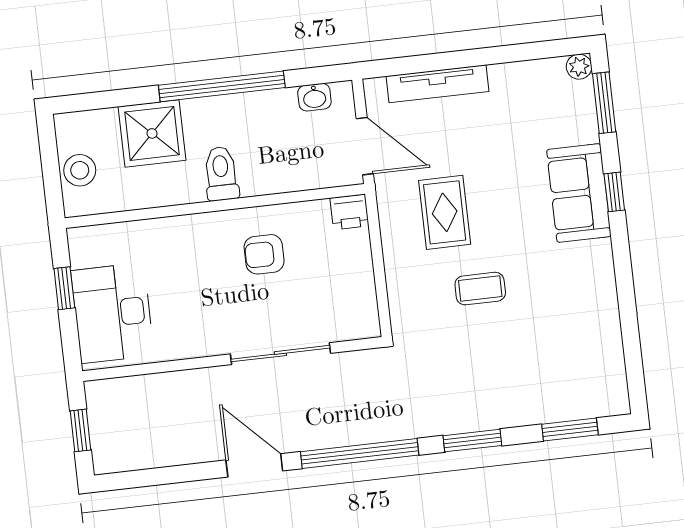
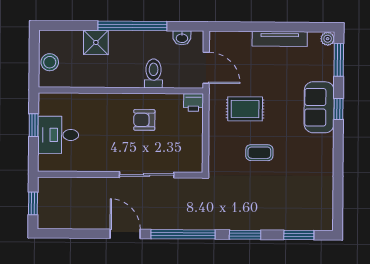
tv unit: (438, 84) -> (280, 39), moved
shower: (152, 133) -> (96, 42), width x0.73, depth x0.73
toilet: (221, 174) -> (153, 73), moved
rug: (445, 212) -> (245, 109), turned 90
desk: (113, 313) -> (58, 135), width x0.73

